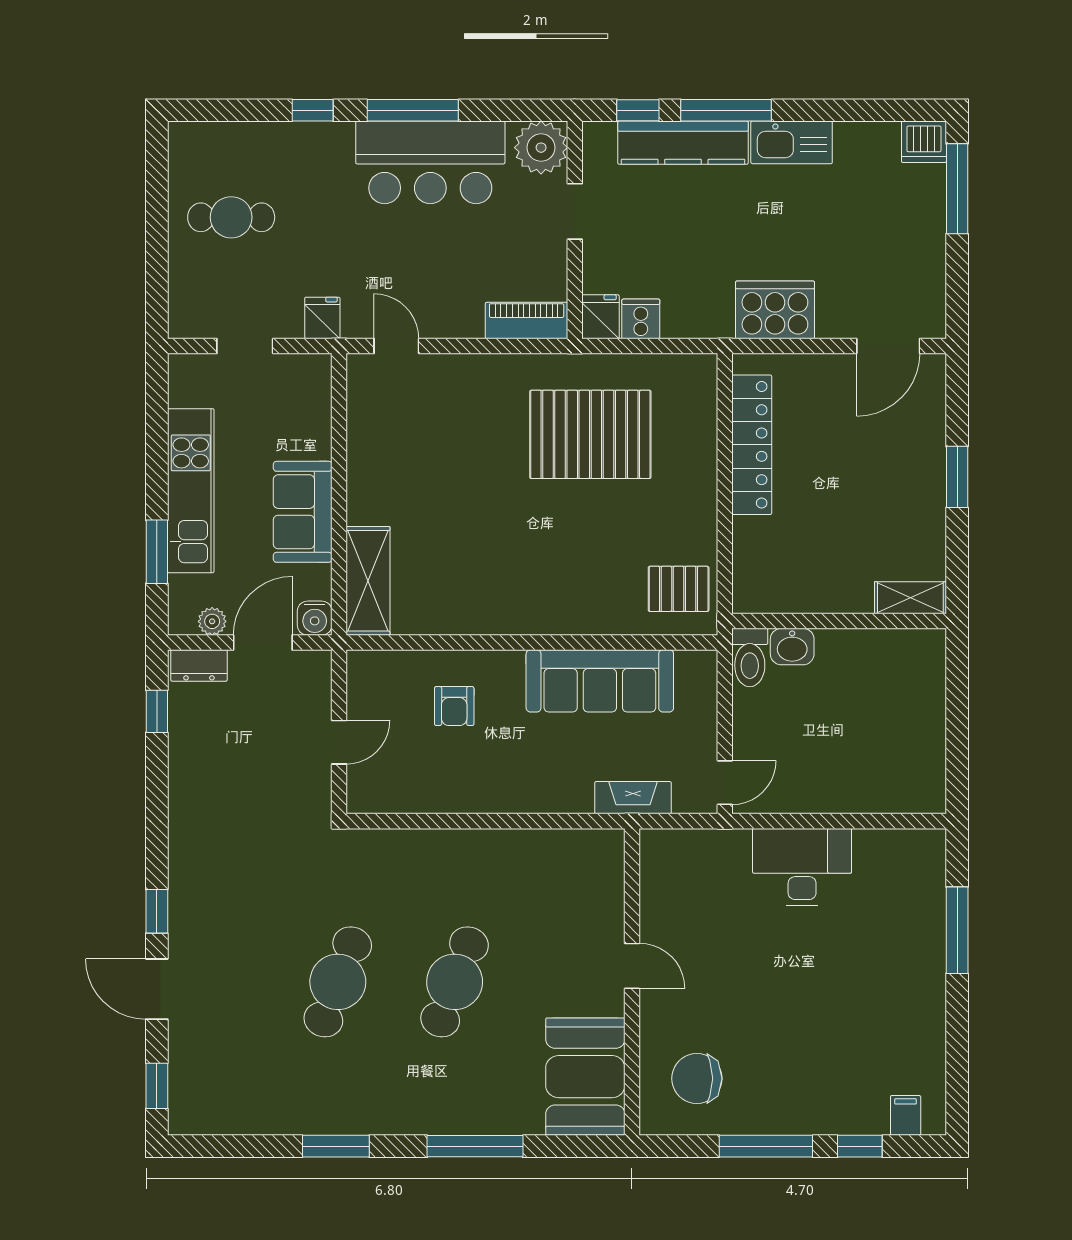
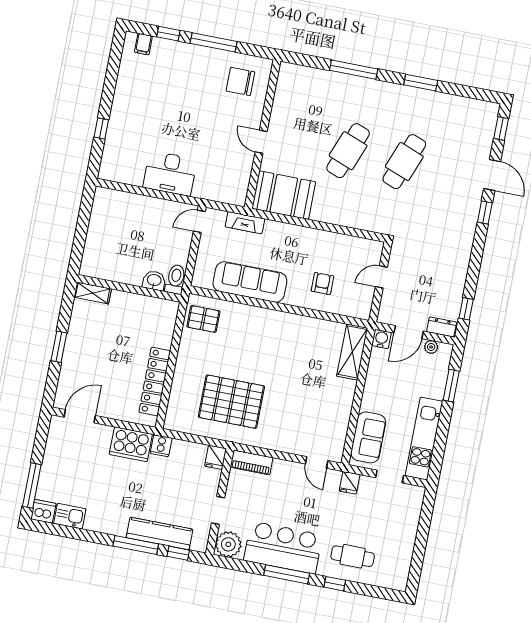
kitchen sink: (792, 142) -> (70, 516), moved, width x0.73
cafe table: (231, 217) -> (353, 556), moved
cooker: (641, 319) -> (161, 446), moved
kitchen unit: (191, 491) -> (424, 439), moved
sofa: (303, 512) -> (368, 437), moved
window: (957, 930) -> (101, 129), width x0.46
booth: (585, 1077) -> (284, 195), moved, turned 90
chair: (697, 1078) -> (240, 81), turned 180

